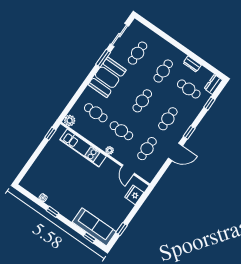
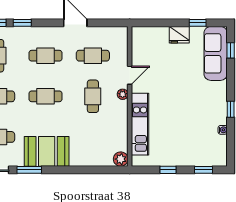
cafe table: (96, 113) -> (93, 137), removed
window: (189, 132) -> (22, 23), moved
window: (50, 134) -> (168, 170), moved
window: (26, 168) -> (203, 170), added
door: (128, 170) -> (130, 75), moved
fridge: (134, 195) -> (179, 35), moved

